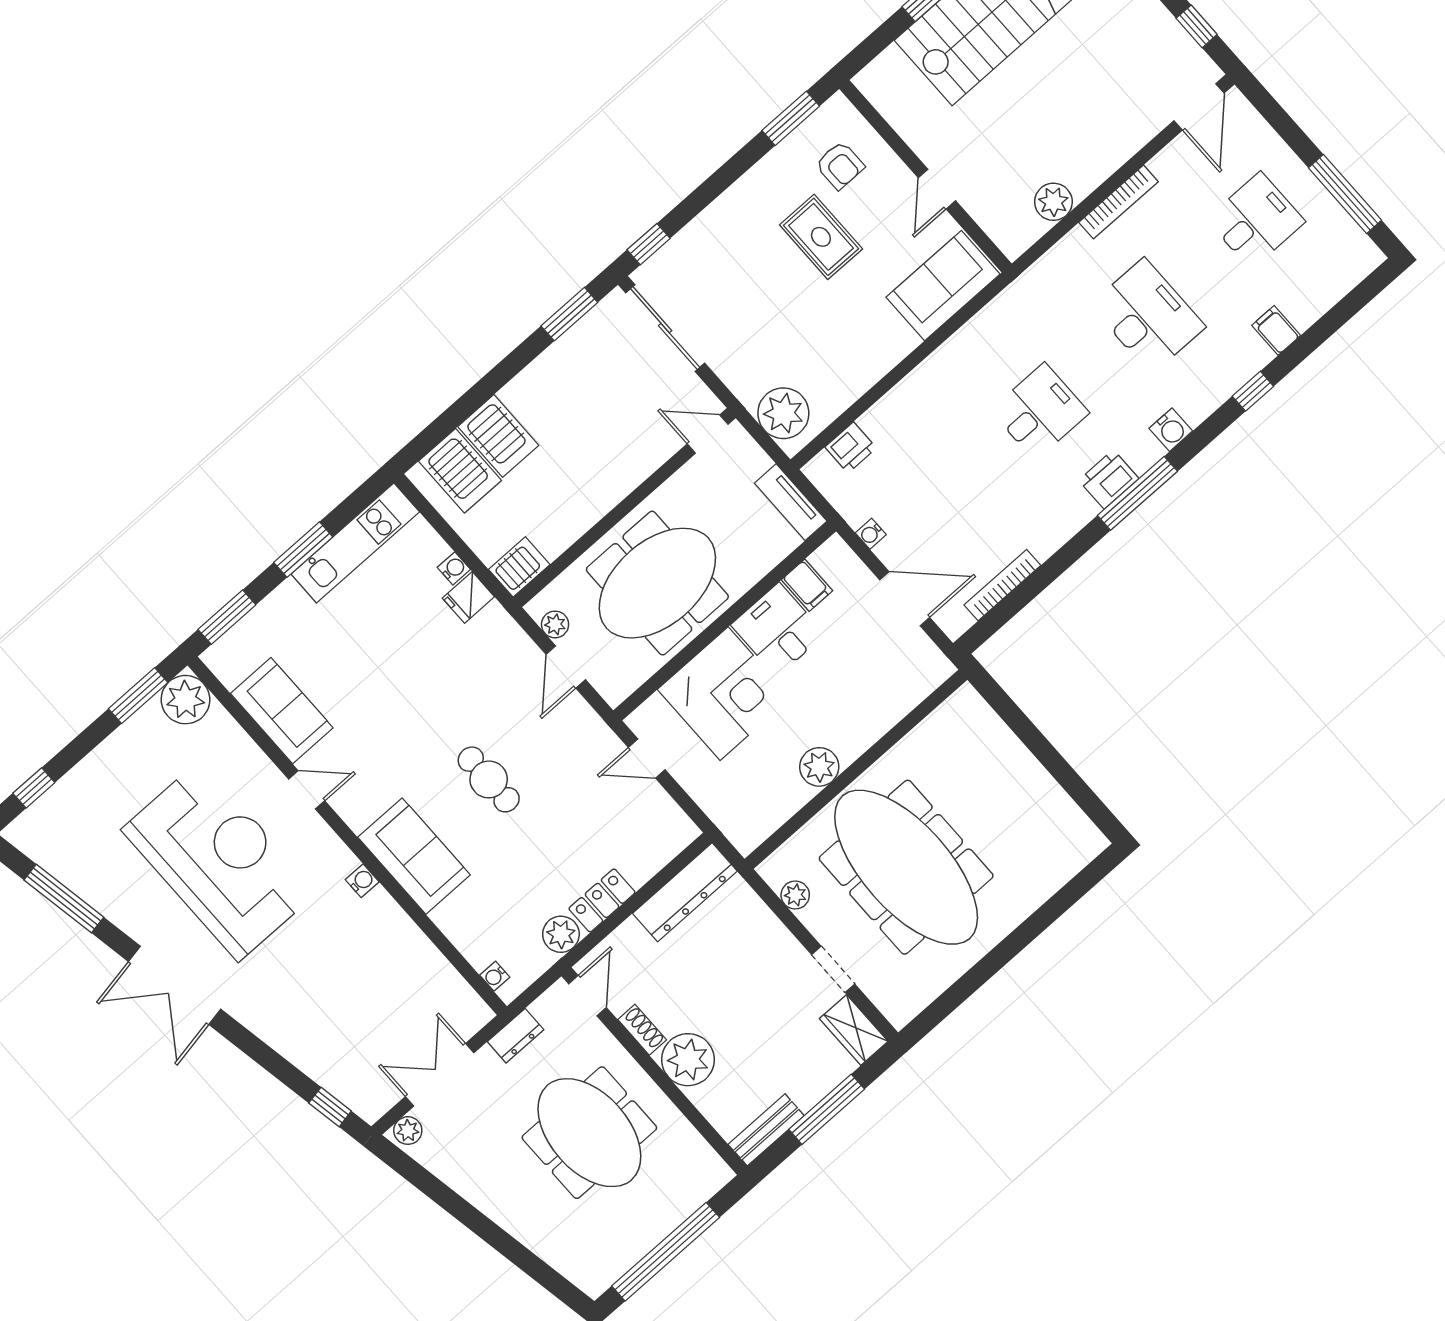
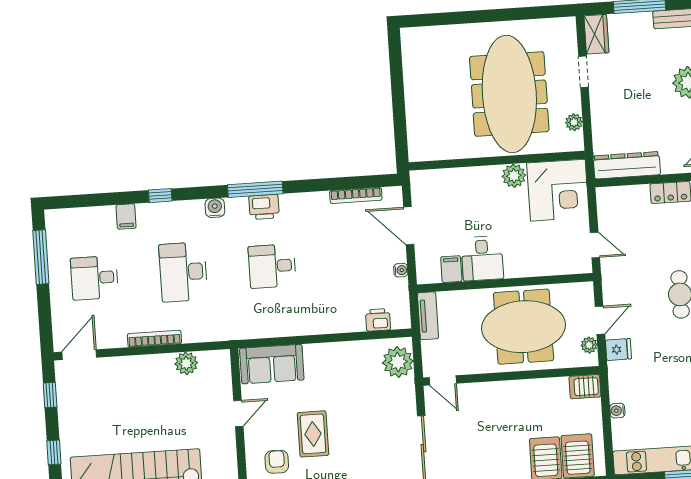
fridge: (468, 597) -> (618, 350), moved
corner desk: (724, 694) -> (558, 190), moved, turned 180

